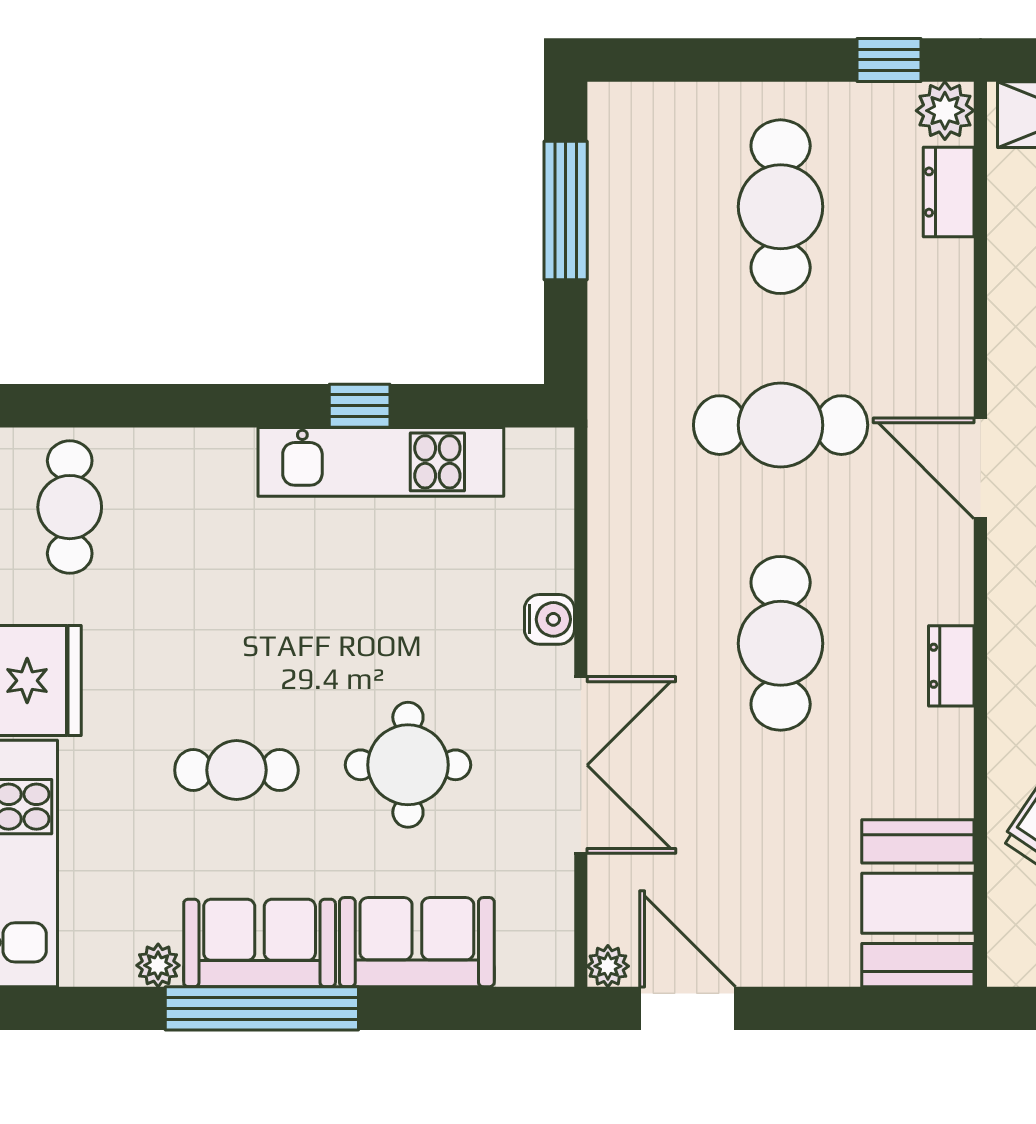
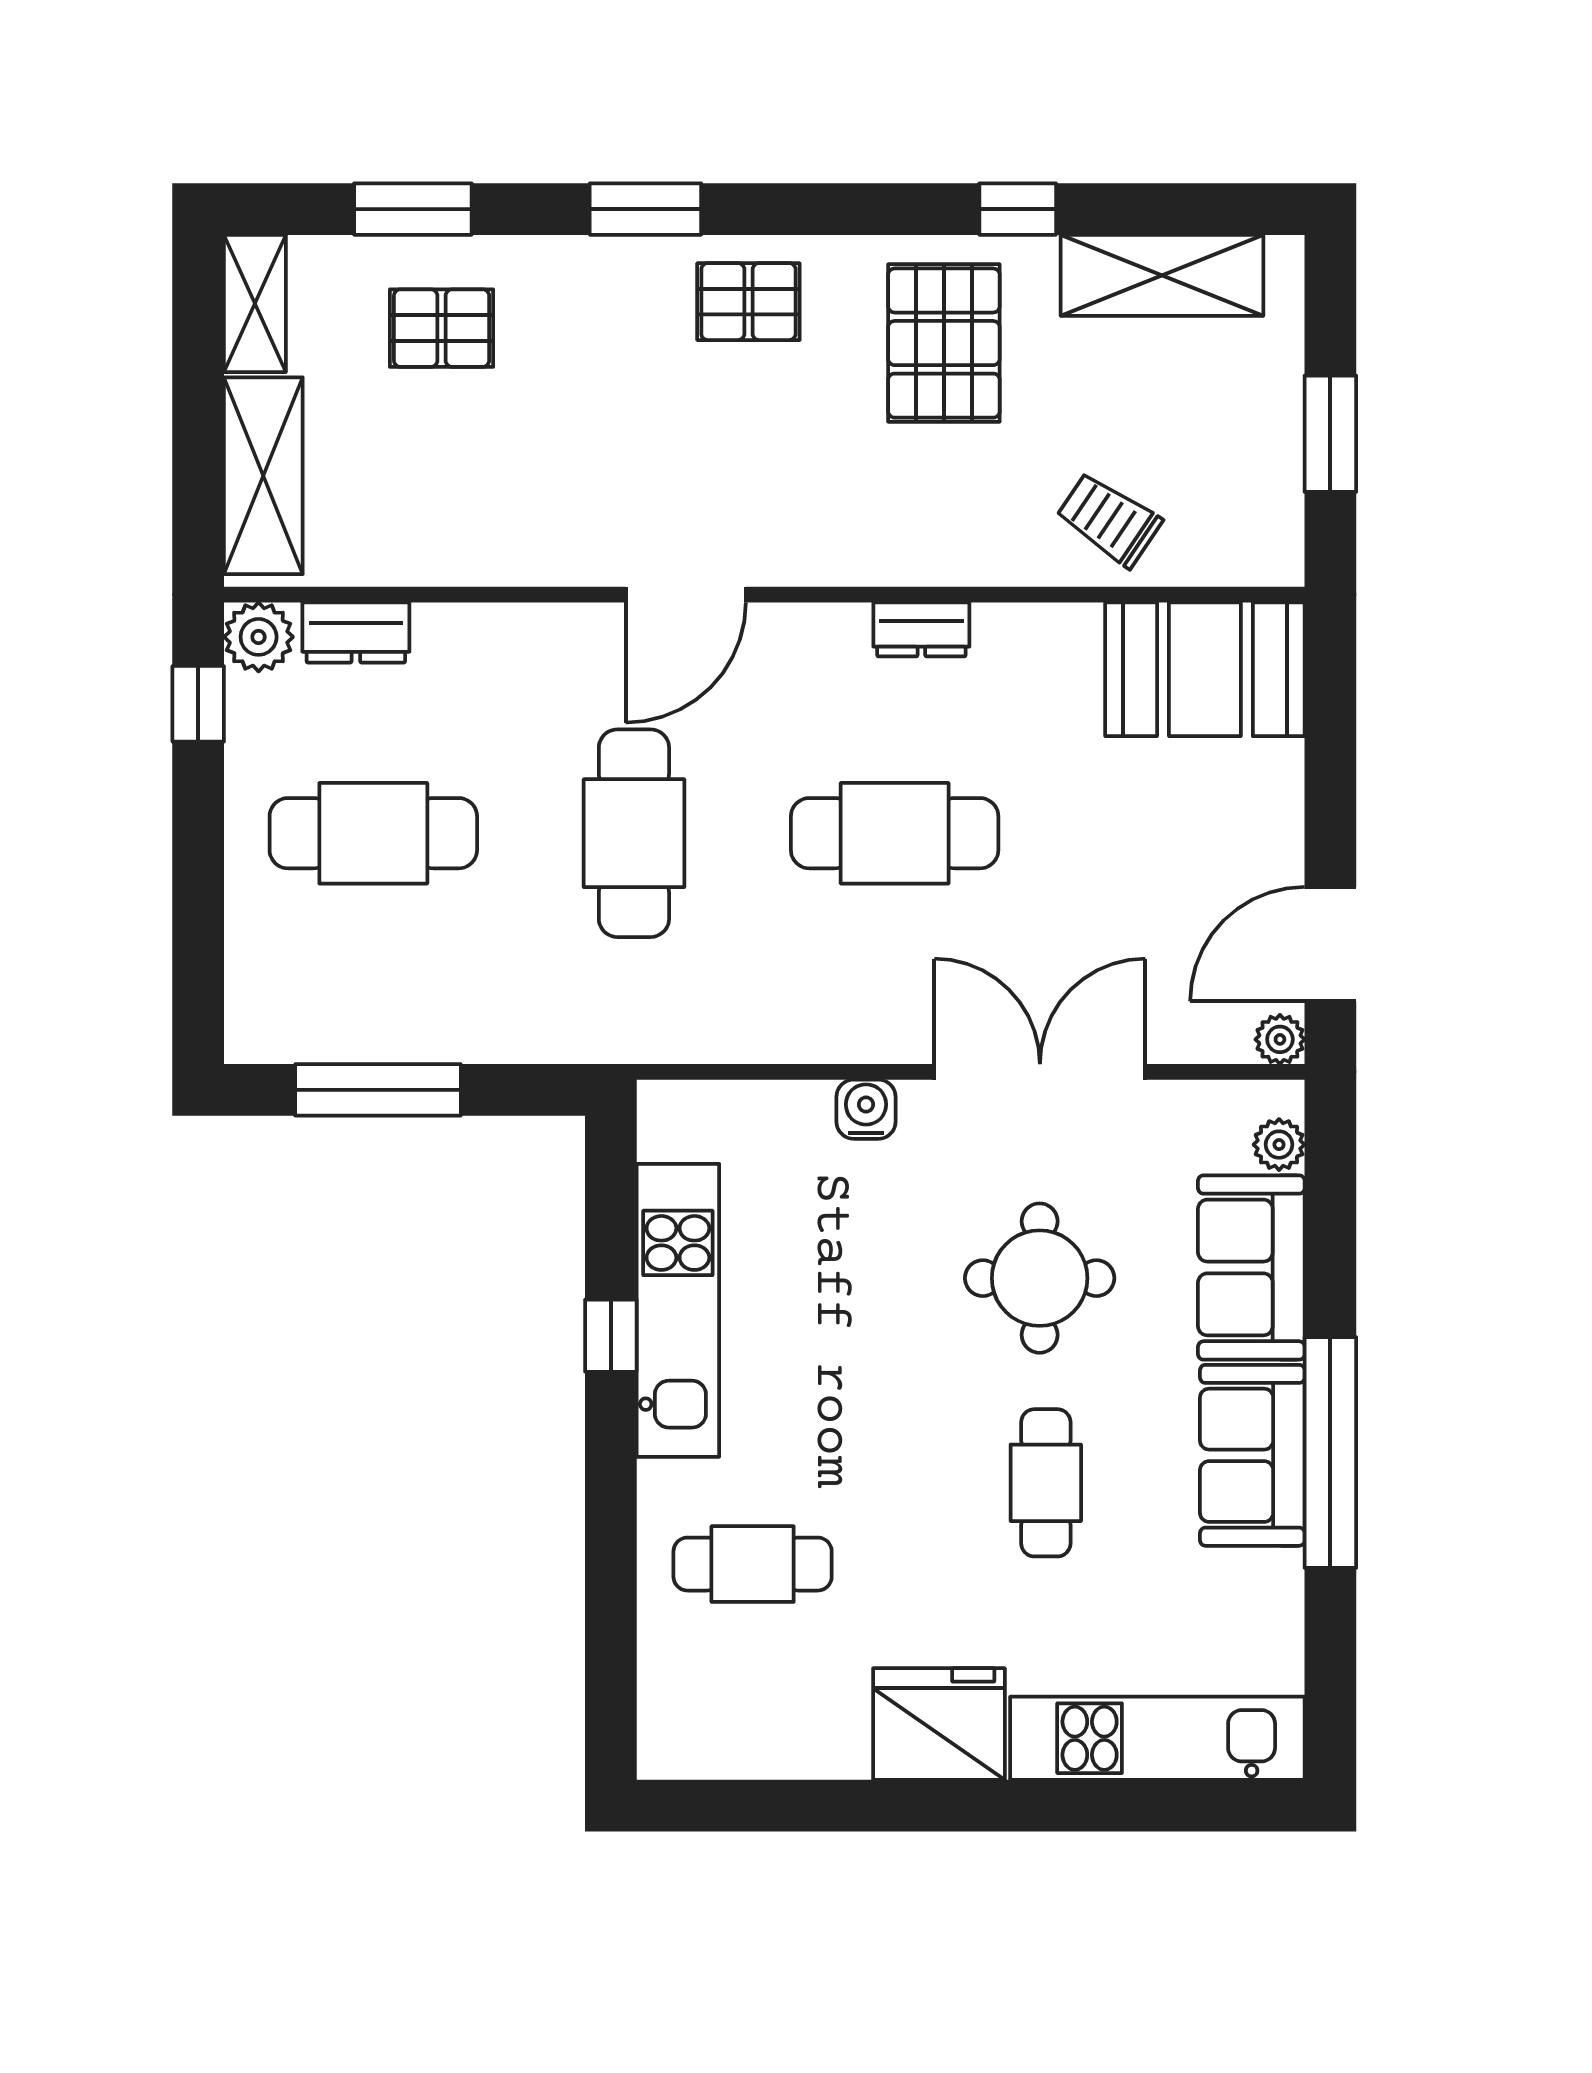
cafe table: (70, 507) -> (753, 1564), moved
plant: (158, 965) -> (1279, 1145), moved

